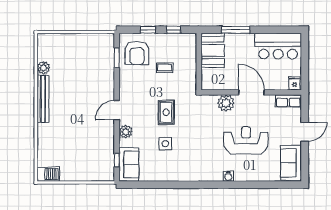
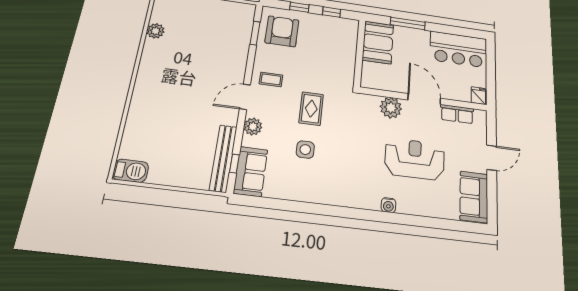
armchair: (137, 53) -> (282, 31), turned 180
coffee table: (165, 68) -> (271, 79), moved
bench: (43, 99) -> (223, 158), moved
row of seats: (288, 101) -> (457, 114), moved

